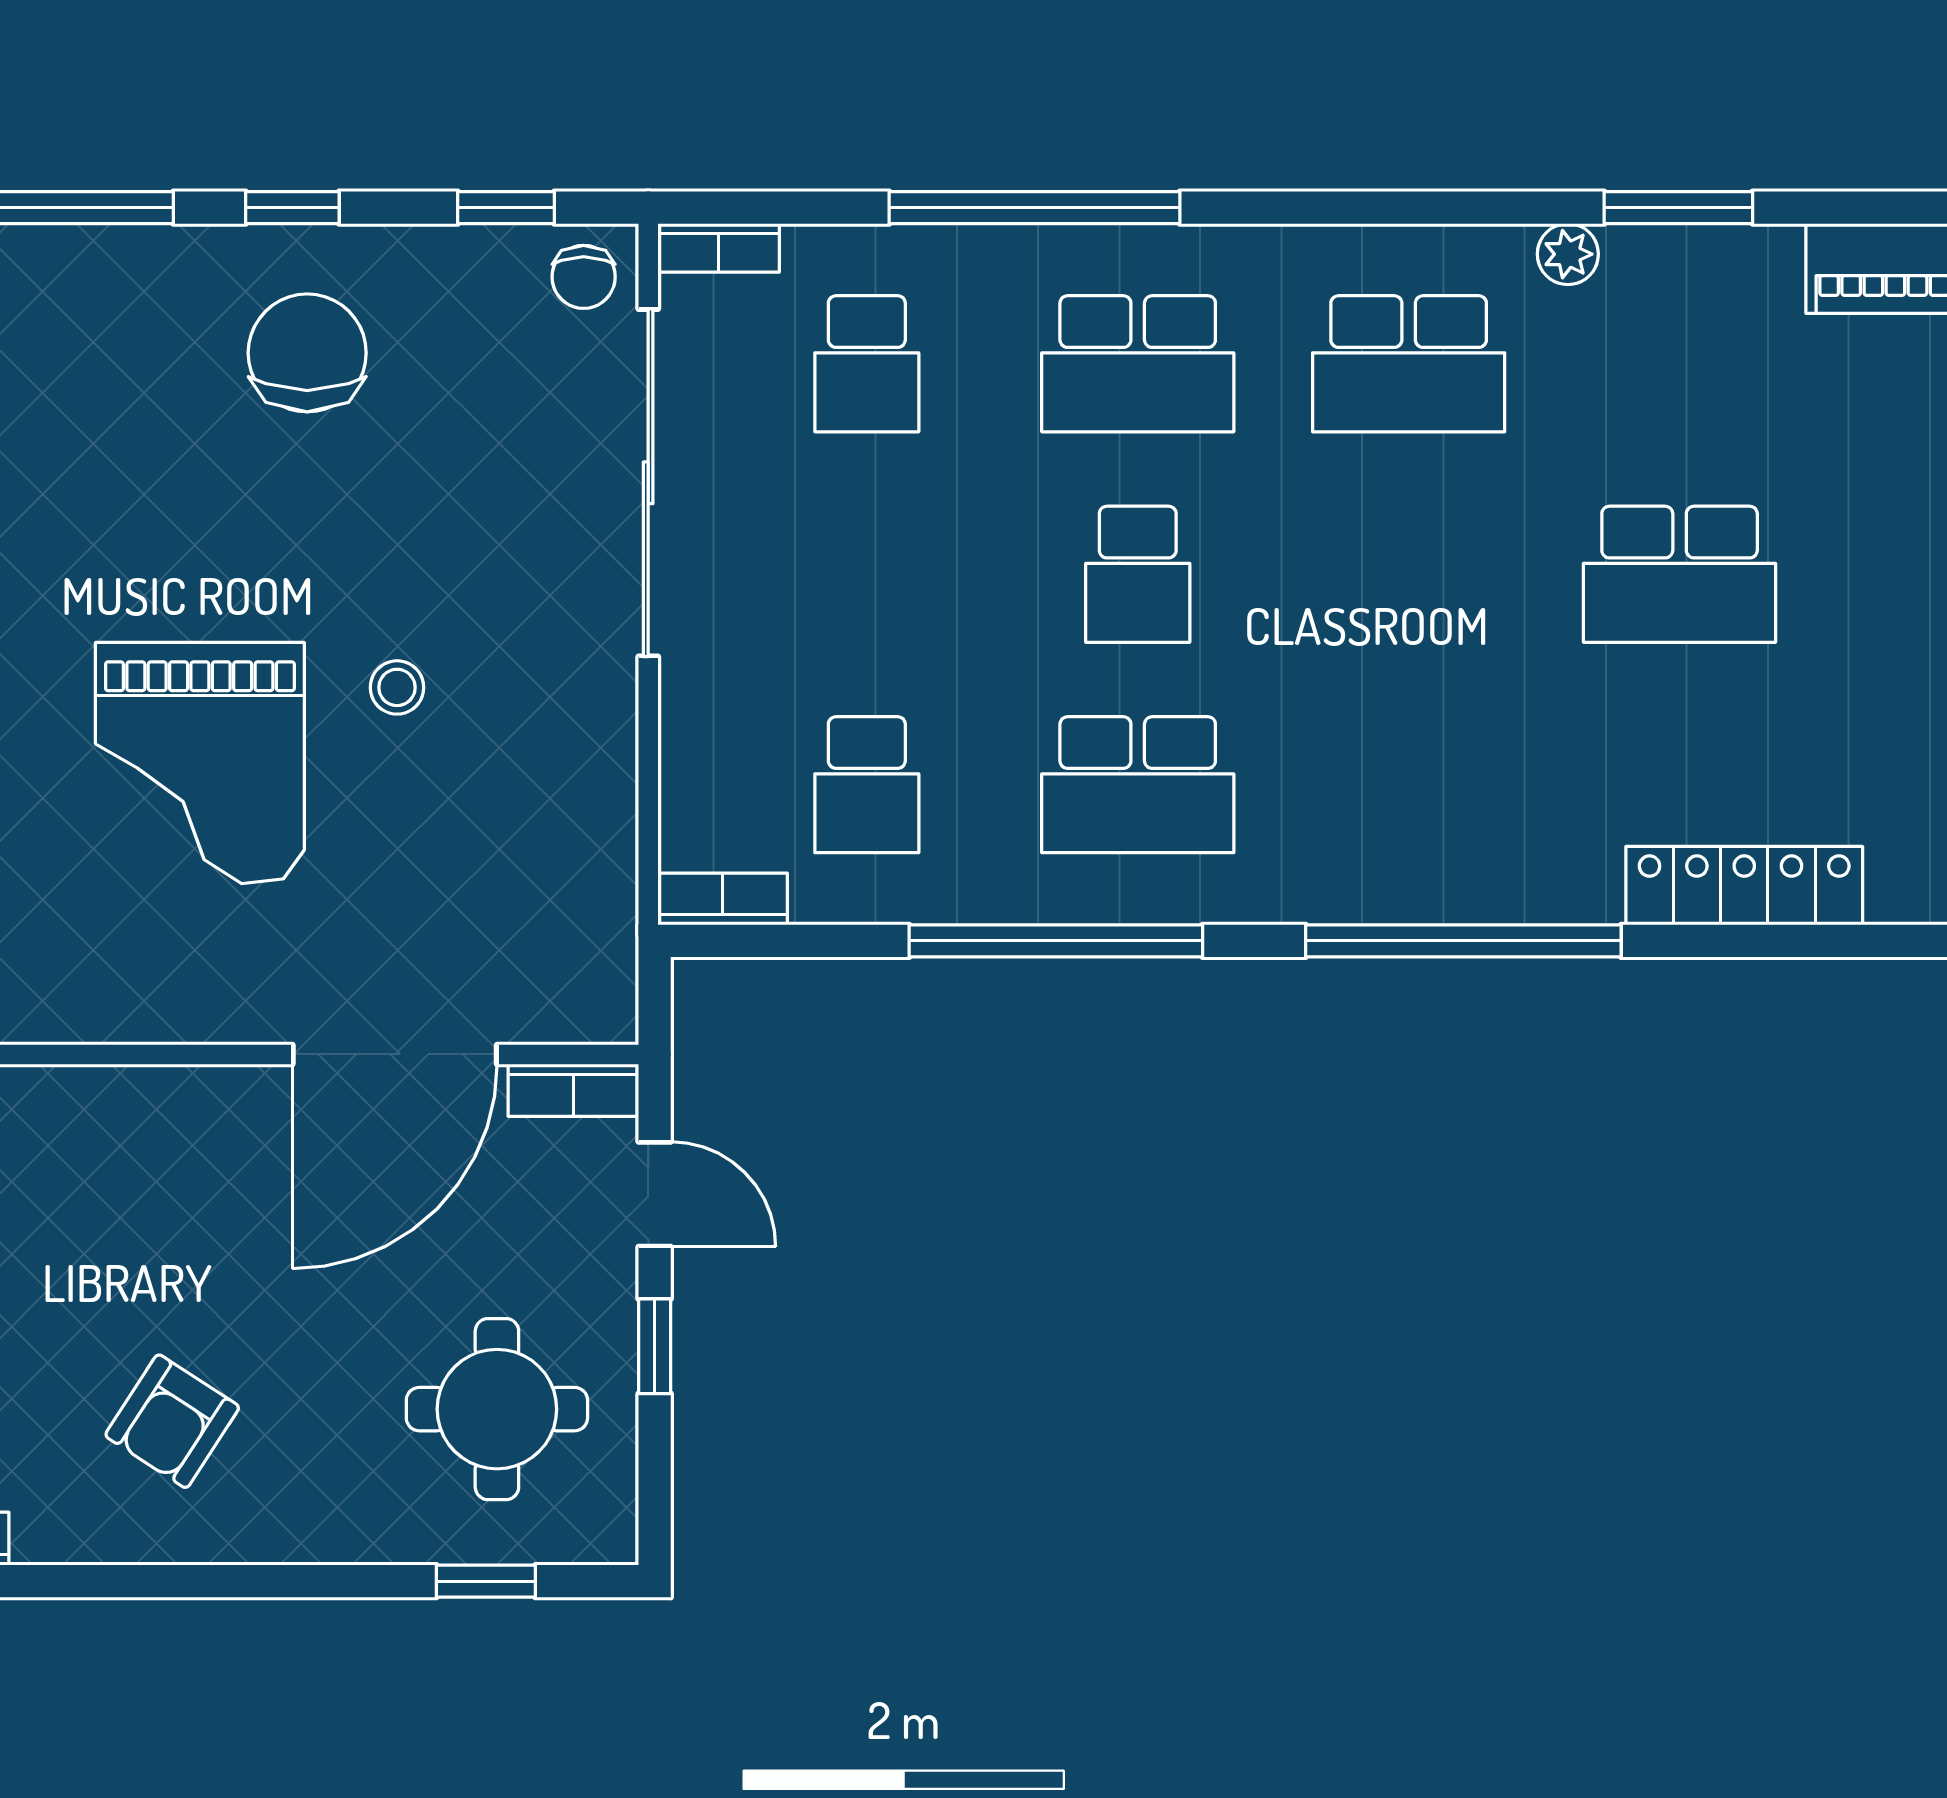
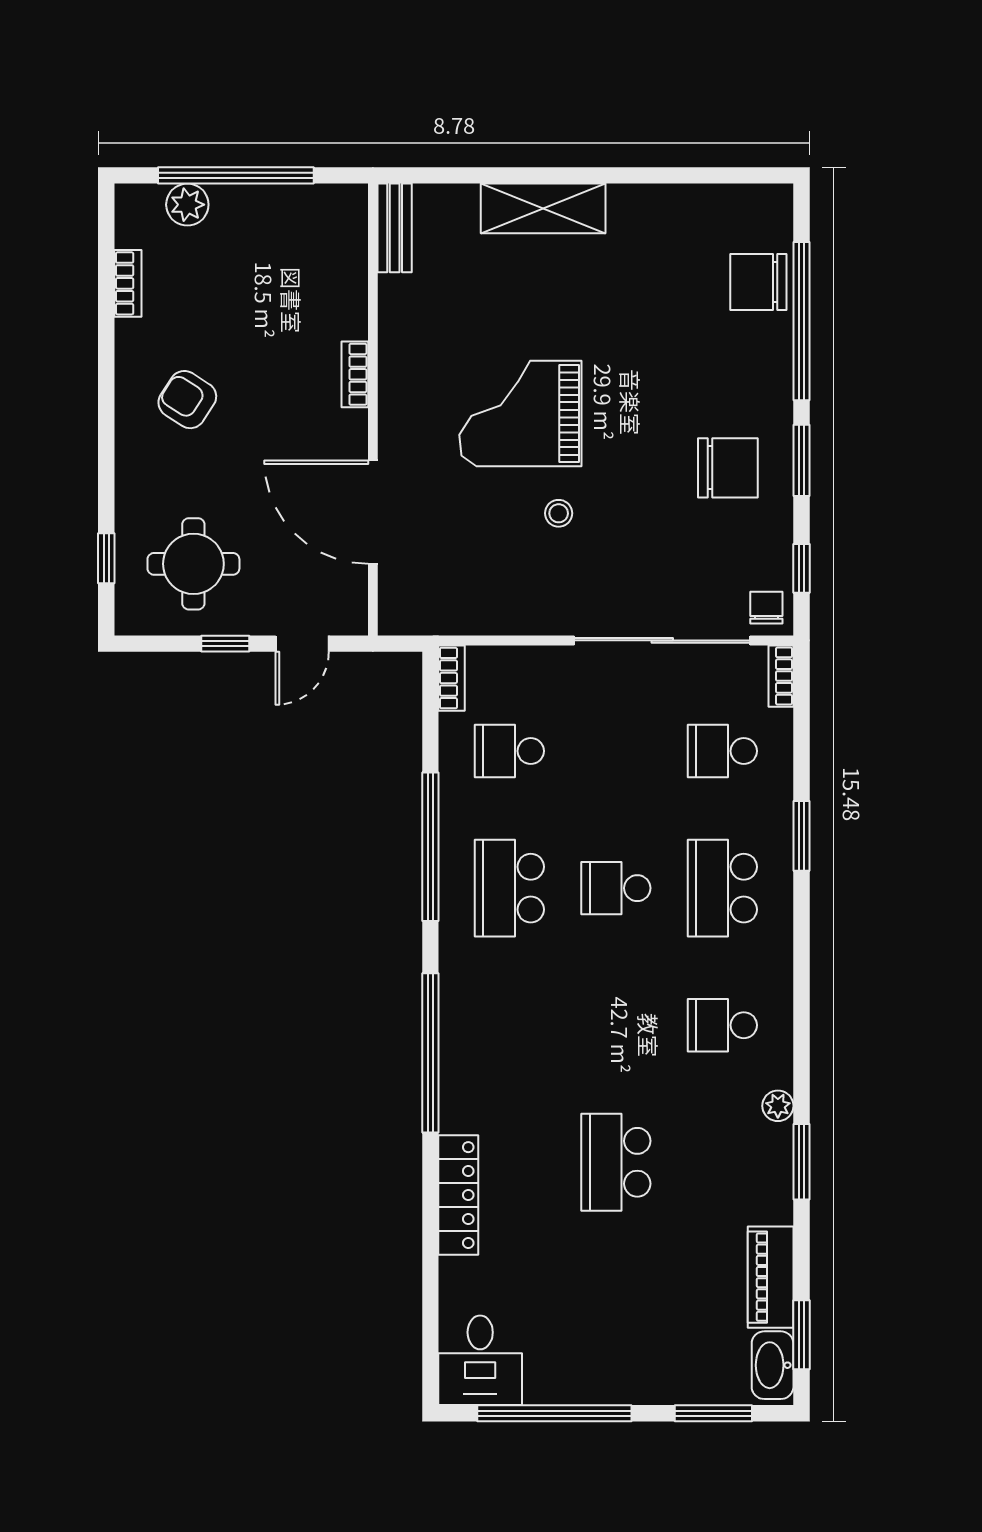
window: (292, 208) -> (801, 460), width x1.50
window: (1034, 208) -> (801, 836), width x0.47
chair: (584, 277) -> (766, 608), turned 90
school desk: (1409, 364) -> (722, 1025), width x0.54
bookcase: (573, 1090) -> (355, 374), moved

